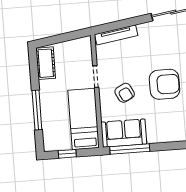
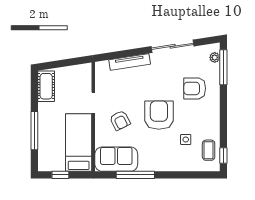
tv unit: (116, 35) -> (130, 62), moved
armchair: (165, 84) -> (159, 115), turned -90
window: (130, 149) -> (135, 175), moved

